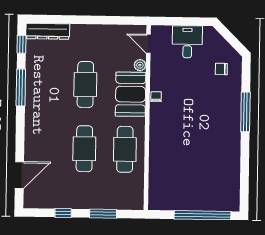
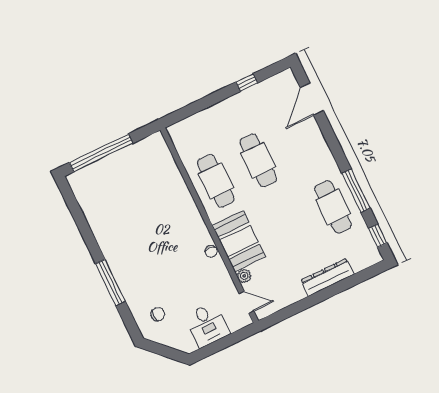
dresser: (48, 31) -> (327, 277), moved
cafe table: (85, 84) -> (333, 207), moved
window: (103, 214) -> (205, 103), removed

